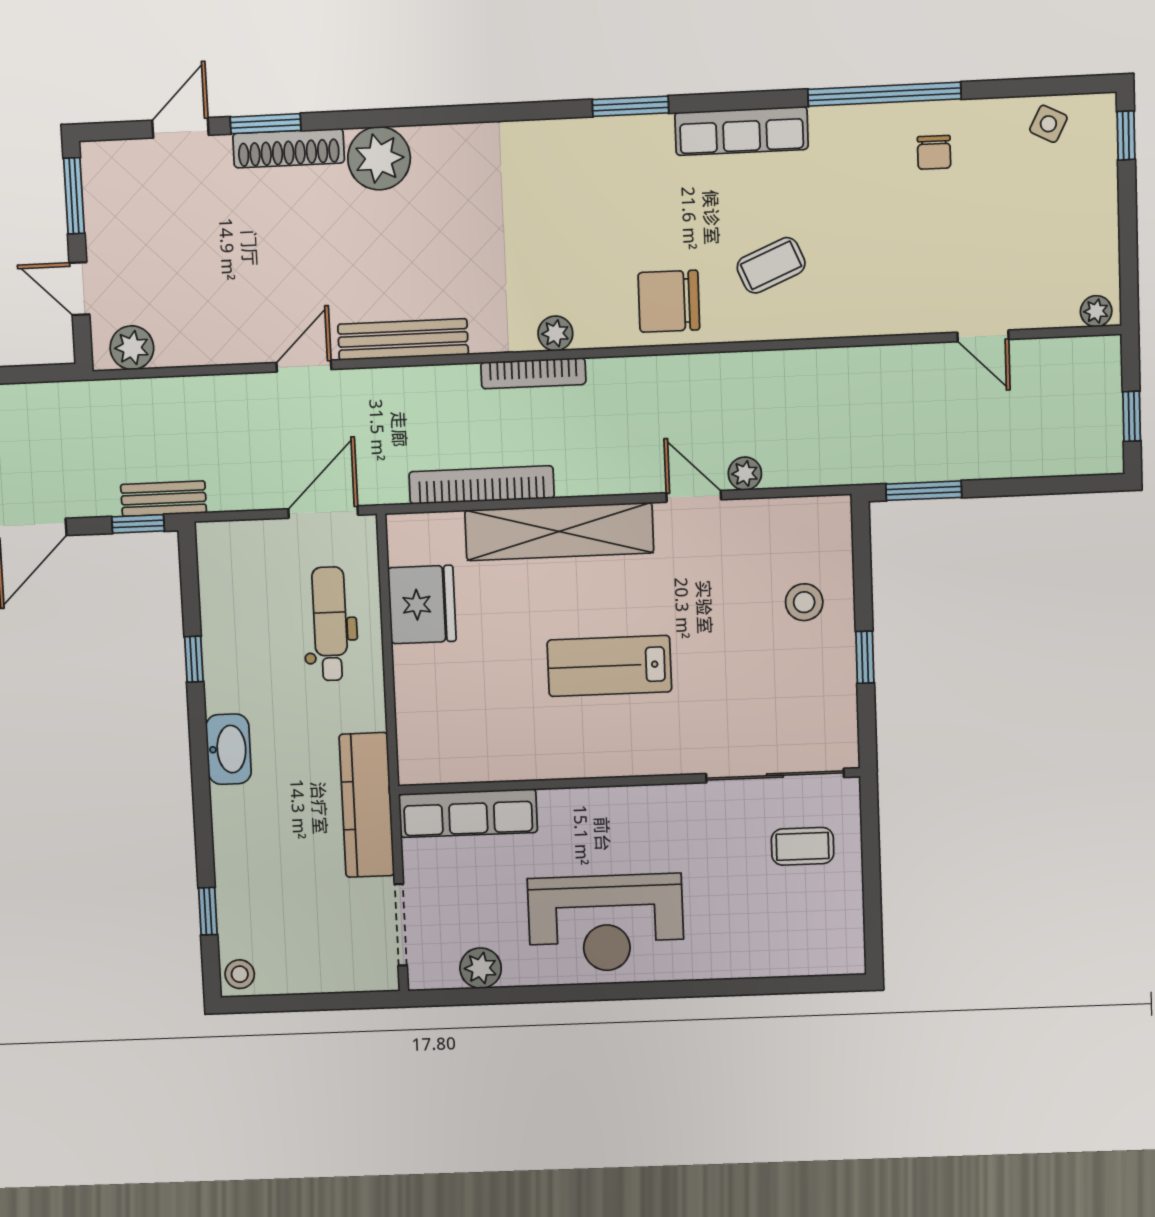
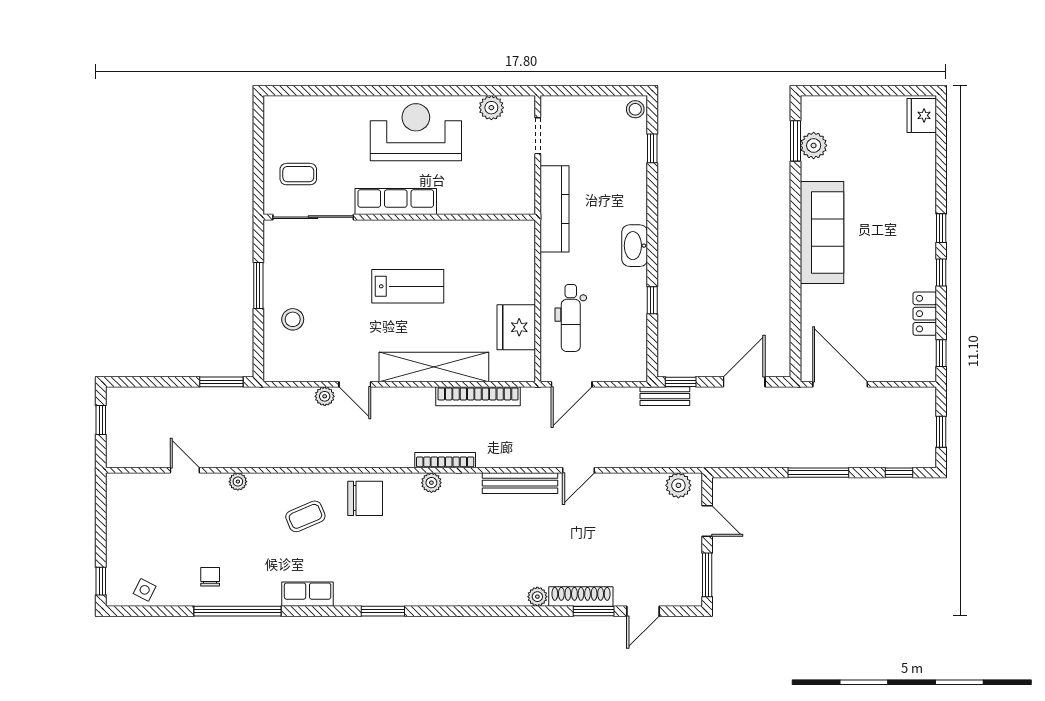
row of seats: (741, 131) -> (308, 594), width x0.68
plant: (379, 158) -> (537, 597), width x0.53, depth x0.53
plant: (1096, 311) -> (238, 482), moved
window: (865, 657) -> (258, 285), width x1.50
row of seats: (468, 813) -> (396, 202), moved
doorway: (401, 925) -> (538, 136), width x0.73

